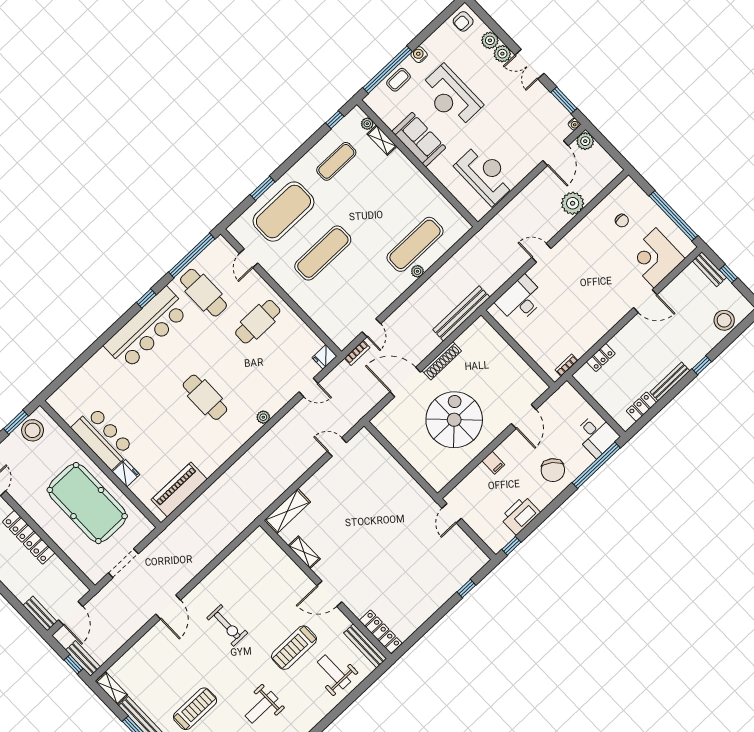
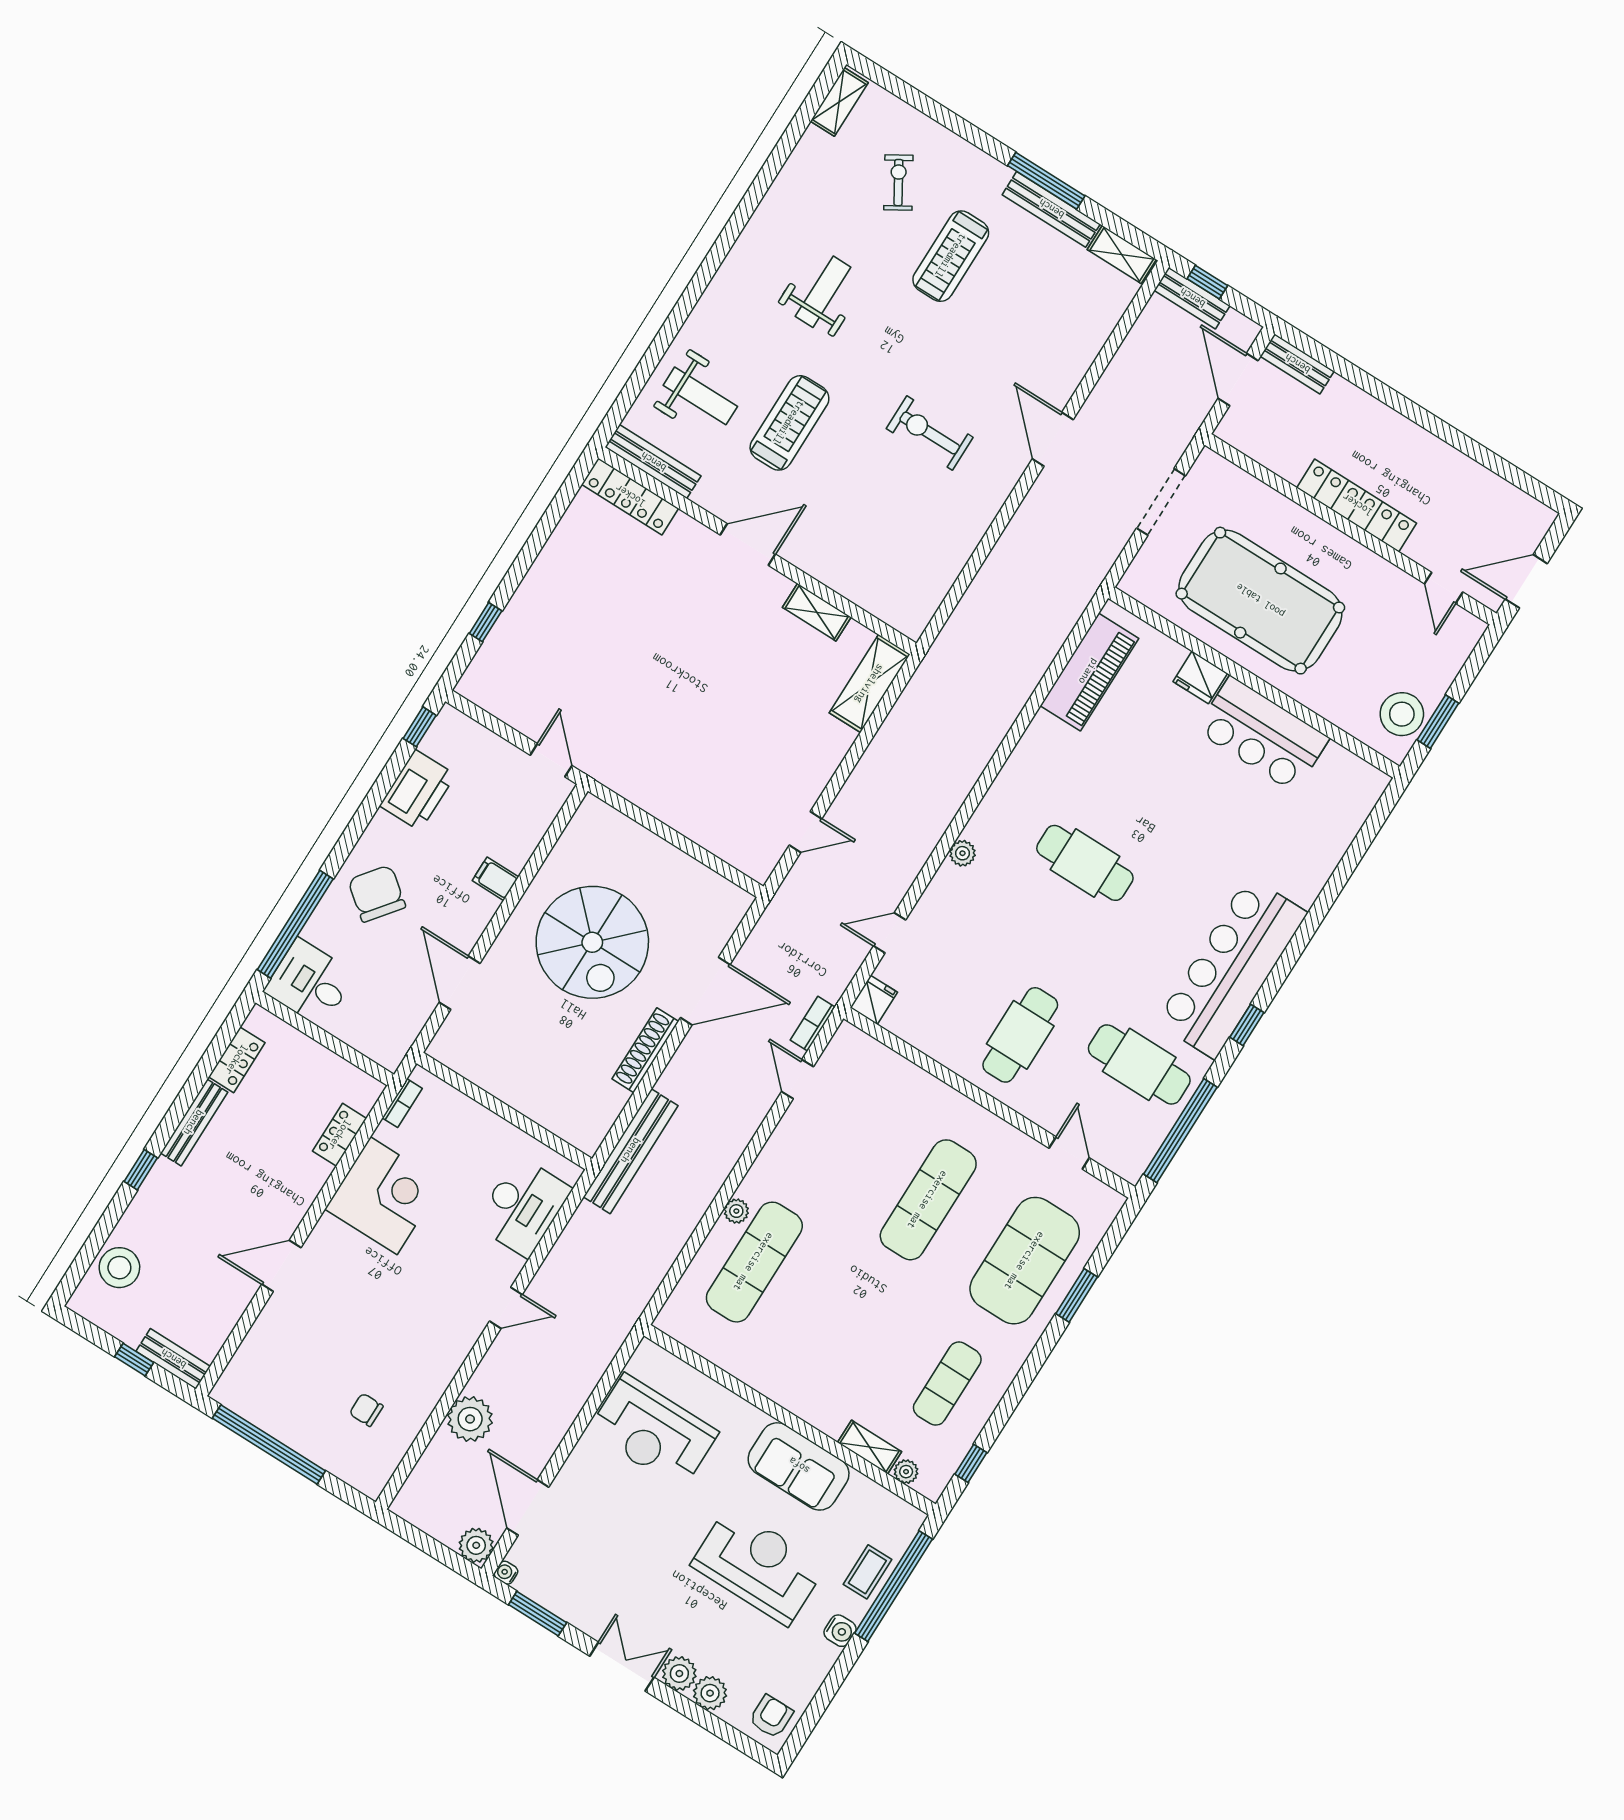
corner desk: (655, 258) -> (384, 1196), moved

